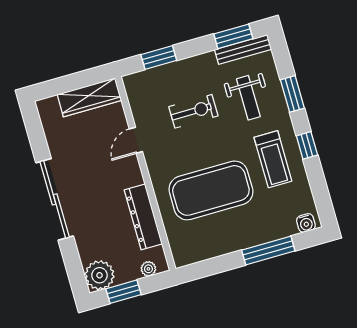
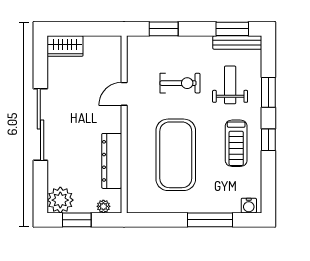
wardrobe: (89, 97) -> (65, 46), moved, width x0.67
weight bench: (248, 98) -> (230, 85), turned 180
exercise mat: (211, 190) -> (176, 155), turned 90

